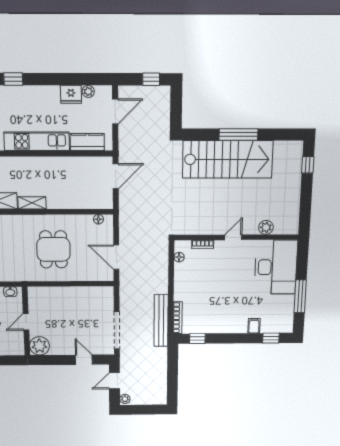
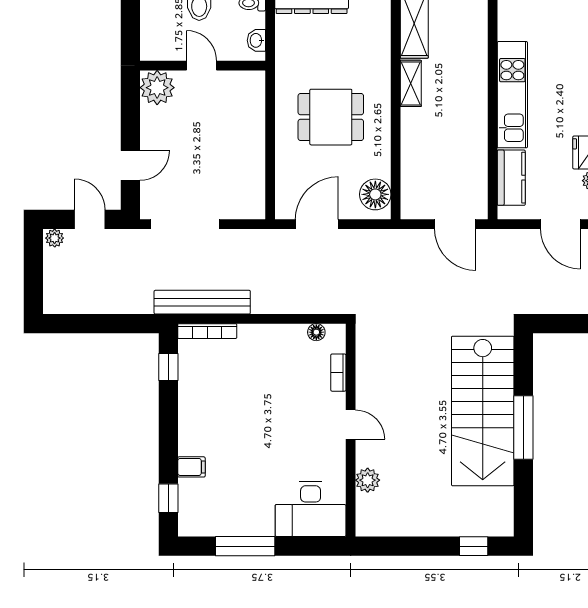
floor lamp: (98, 219) -> (375, 194), width x1.89, depth x1.89
desk: (276, 267) -> (311, 509), width x0.73, depth x0.77

